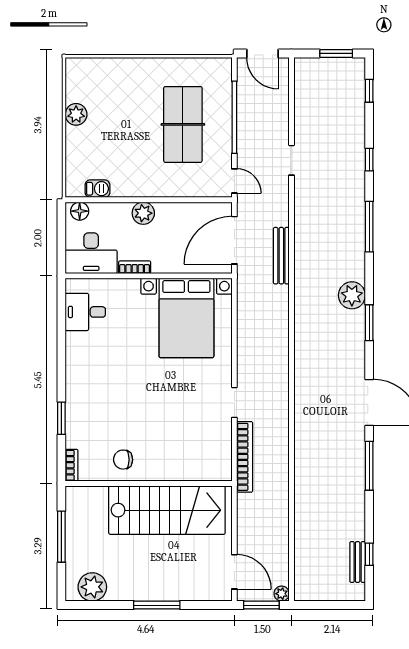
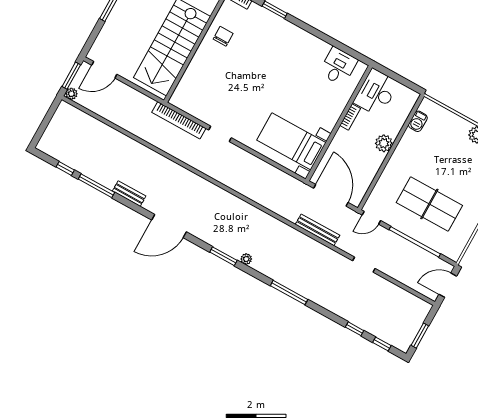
window: (369, 160) -> (355, 329), moved
floor lamp: (80, 211) -> (409, 101), removed
bench: (281, 256) -> (318, 230), moved
plant: (352, 295) -> (246, 259), width x0.53, depth x0.53
bed with nightstands: (186, 318) -> (291, 141), width x0.73
window: (369, 466) -> (96, 186), moved
bench: (358, 562) -> (129, 194), moved

